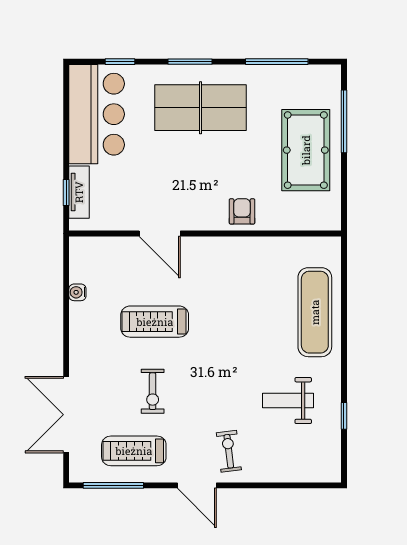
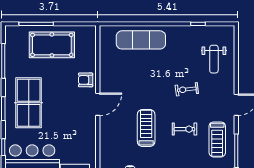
door: (160, 234) -> (98, 104), moved
treadmill: (155, 322) -> (146, 128), turned 180
weight bench: (288, 401) -> (214, 59), moved
exercise bike: (229, 451) -> (187, 89), moved

